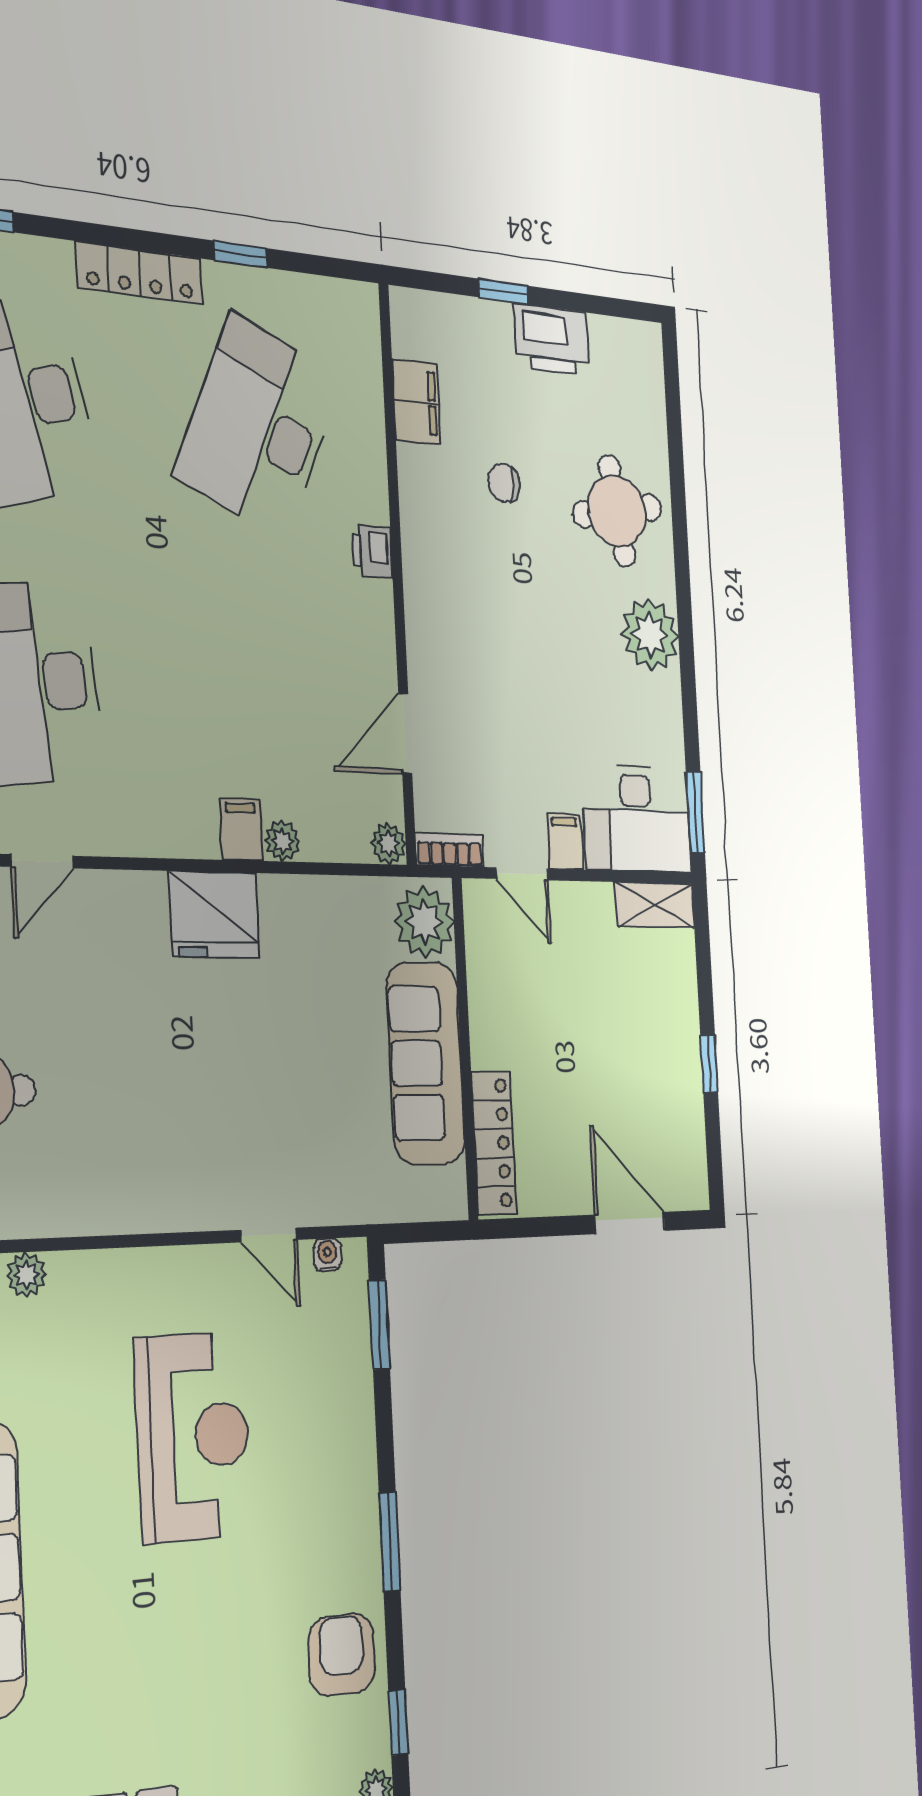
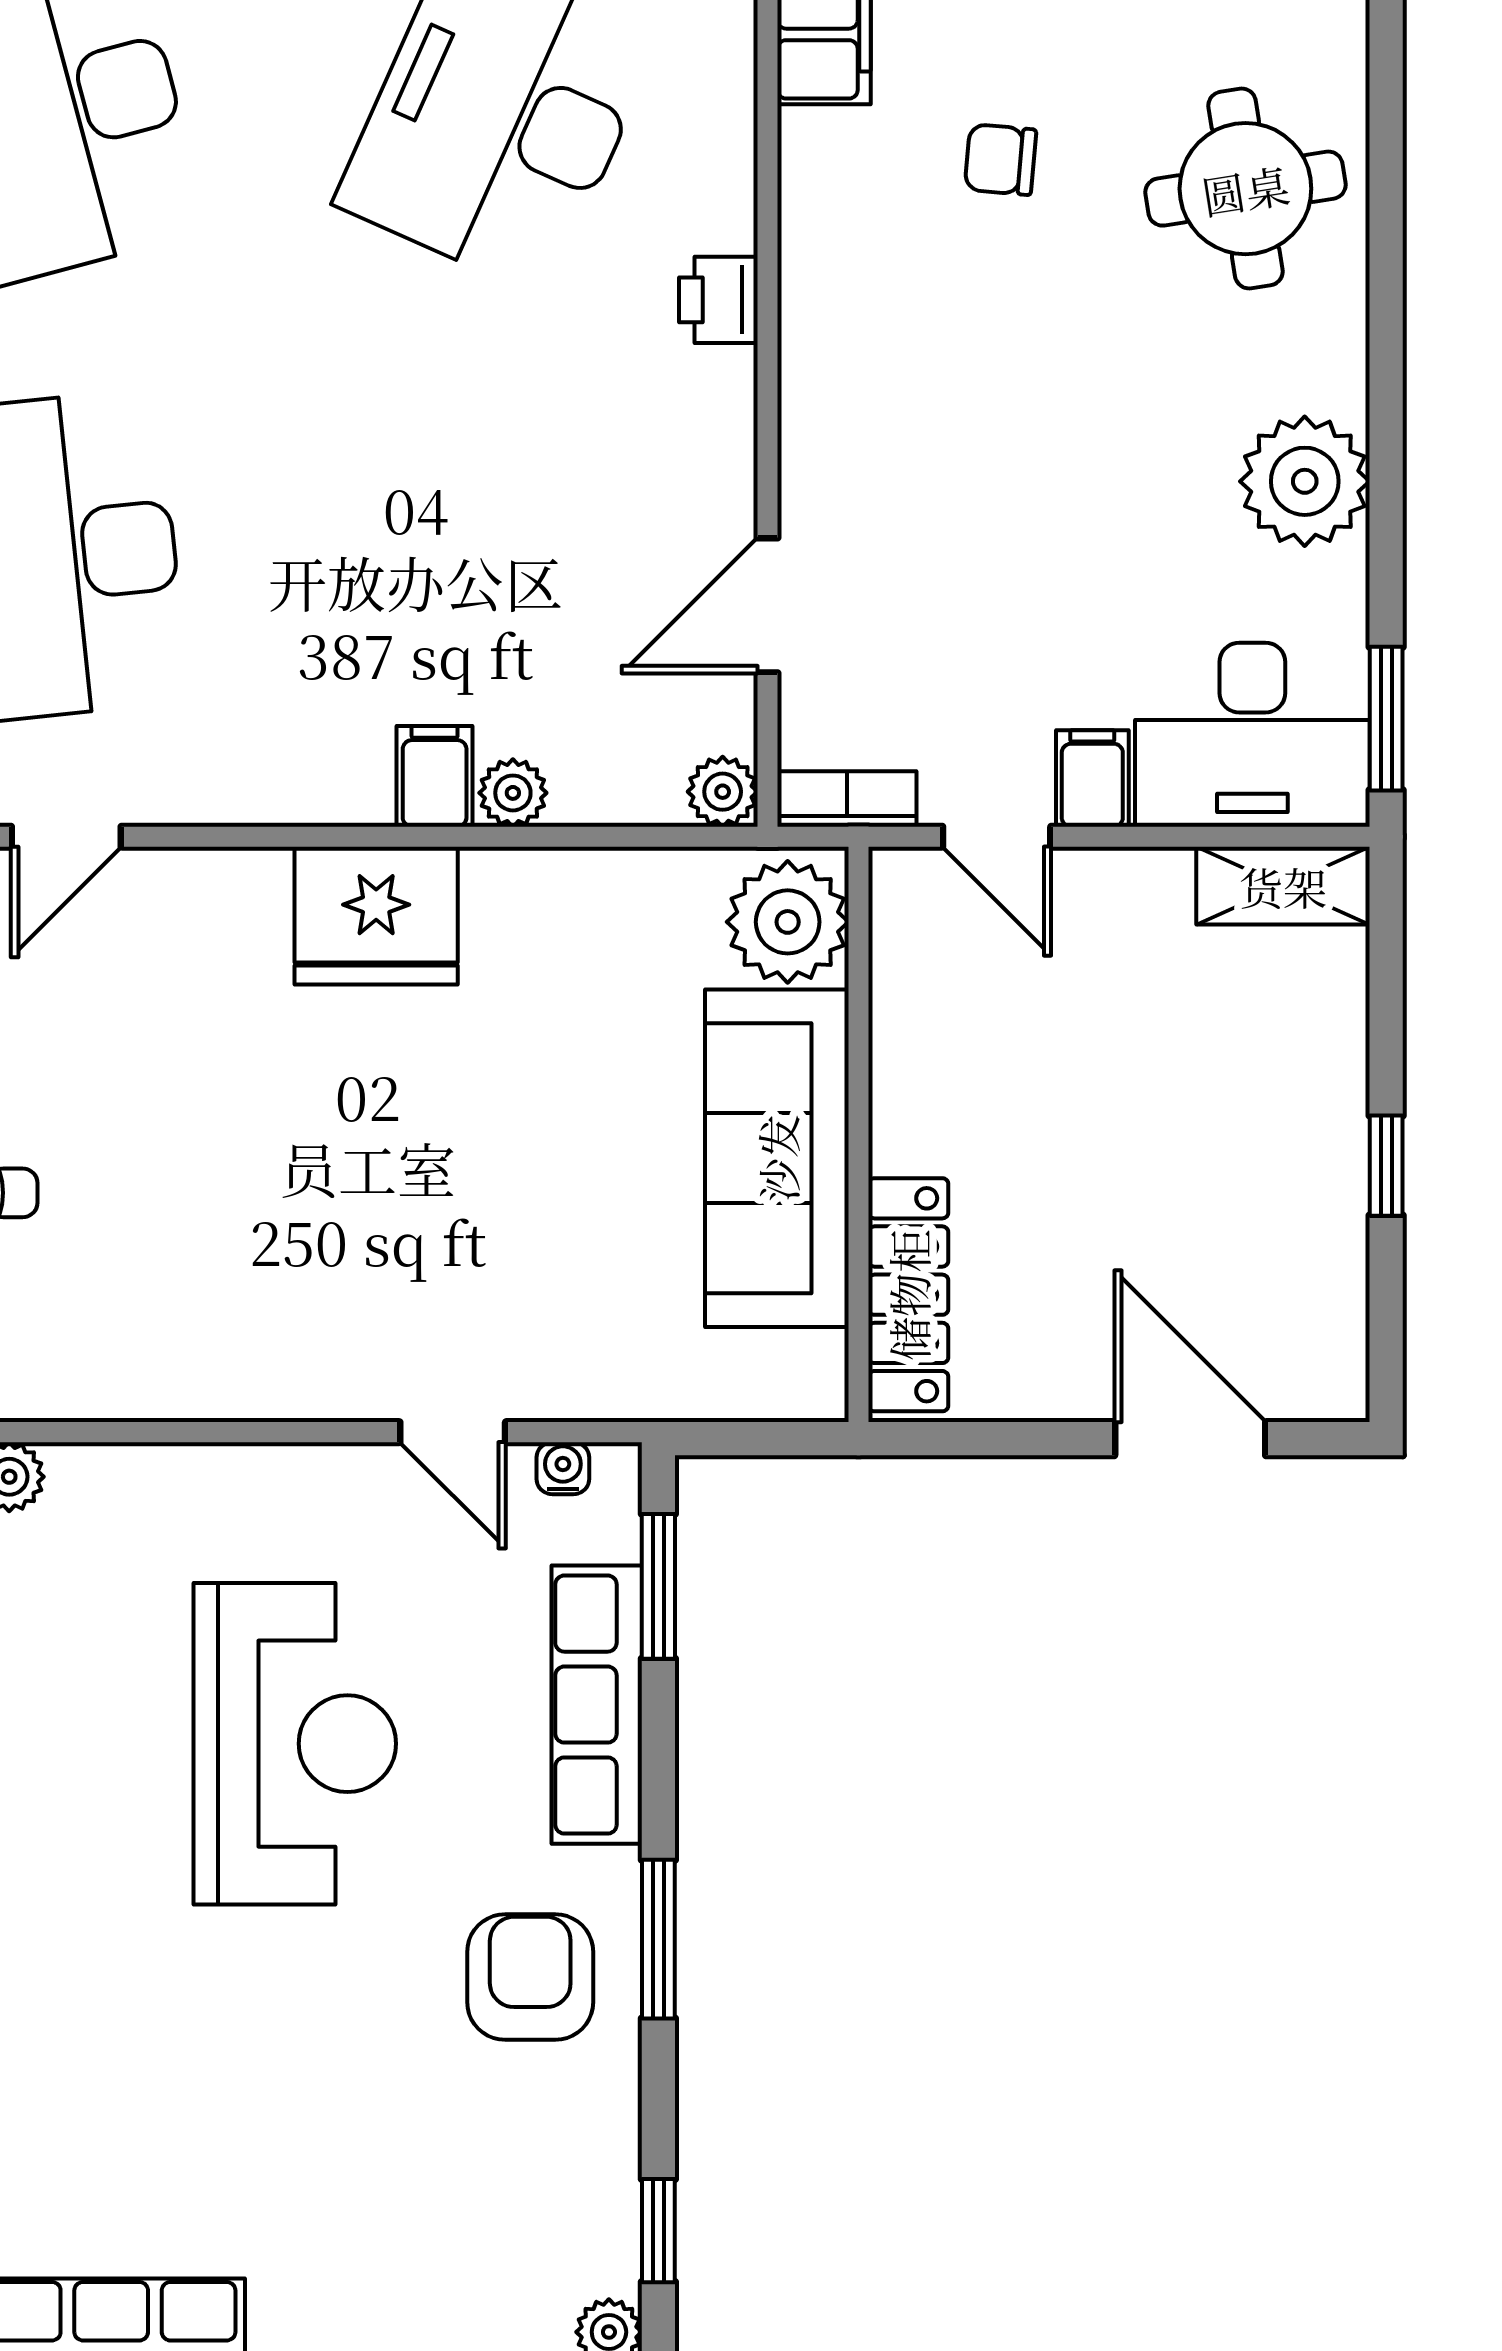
plant: (650, 635) -> (1305, 481), moved
row of seats: (351, 1399) -> (597, 1705), added
armchair: (342, 1655) -> (530, 1977), moved

